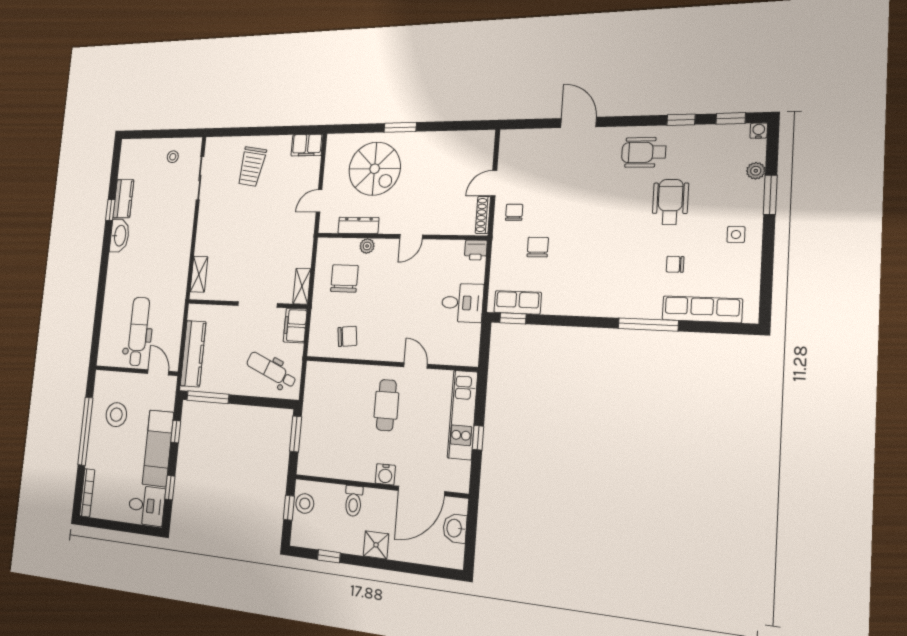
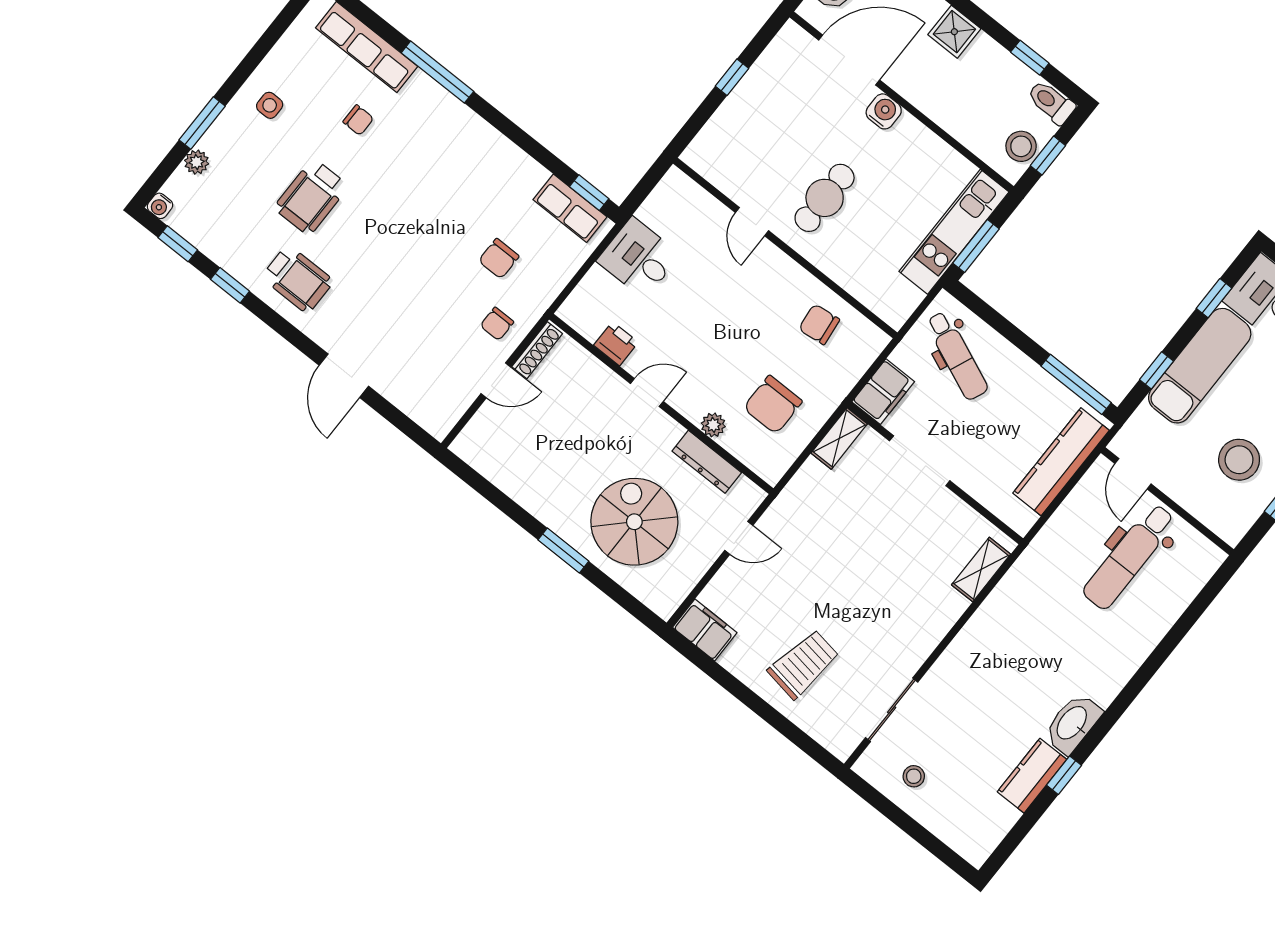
printer: (476, 250) -> (616, 344), moved
kitchen unit: (462, 415) -> (954, 232), moved, turned 180
toilet: (353, 501) -> (1051, 102), moved, turned -90

